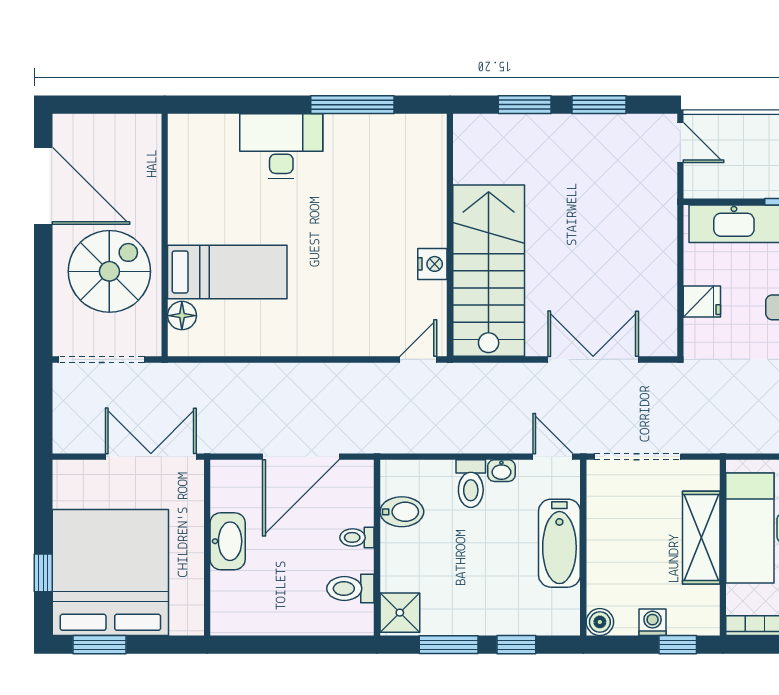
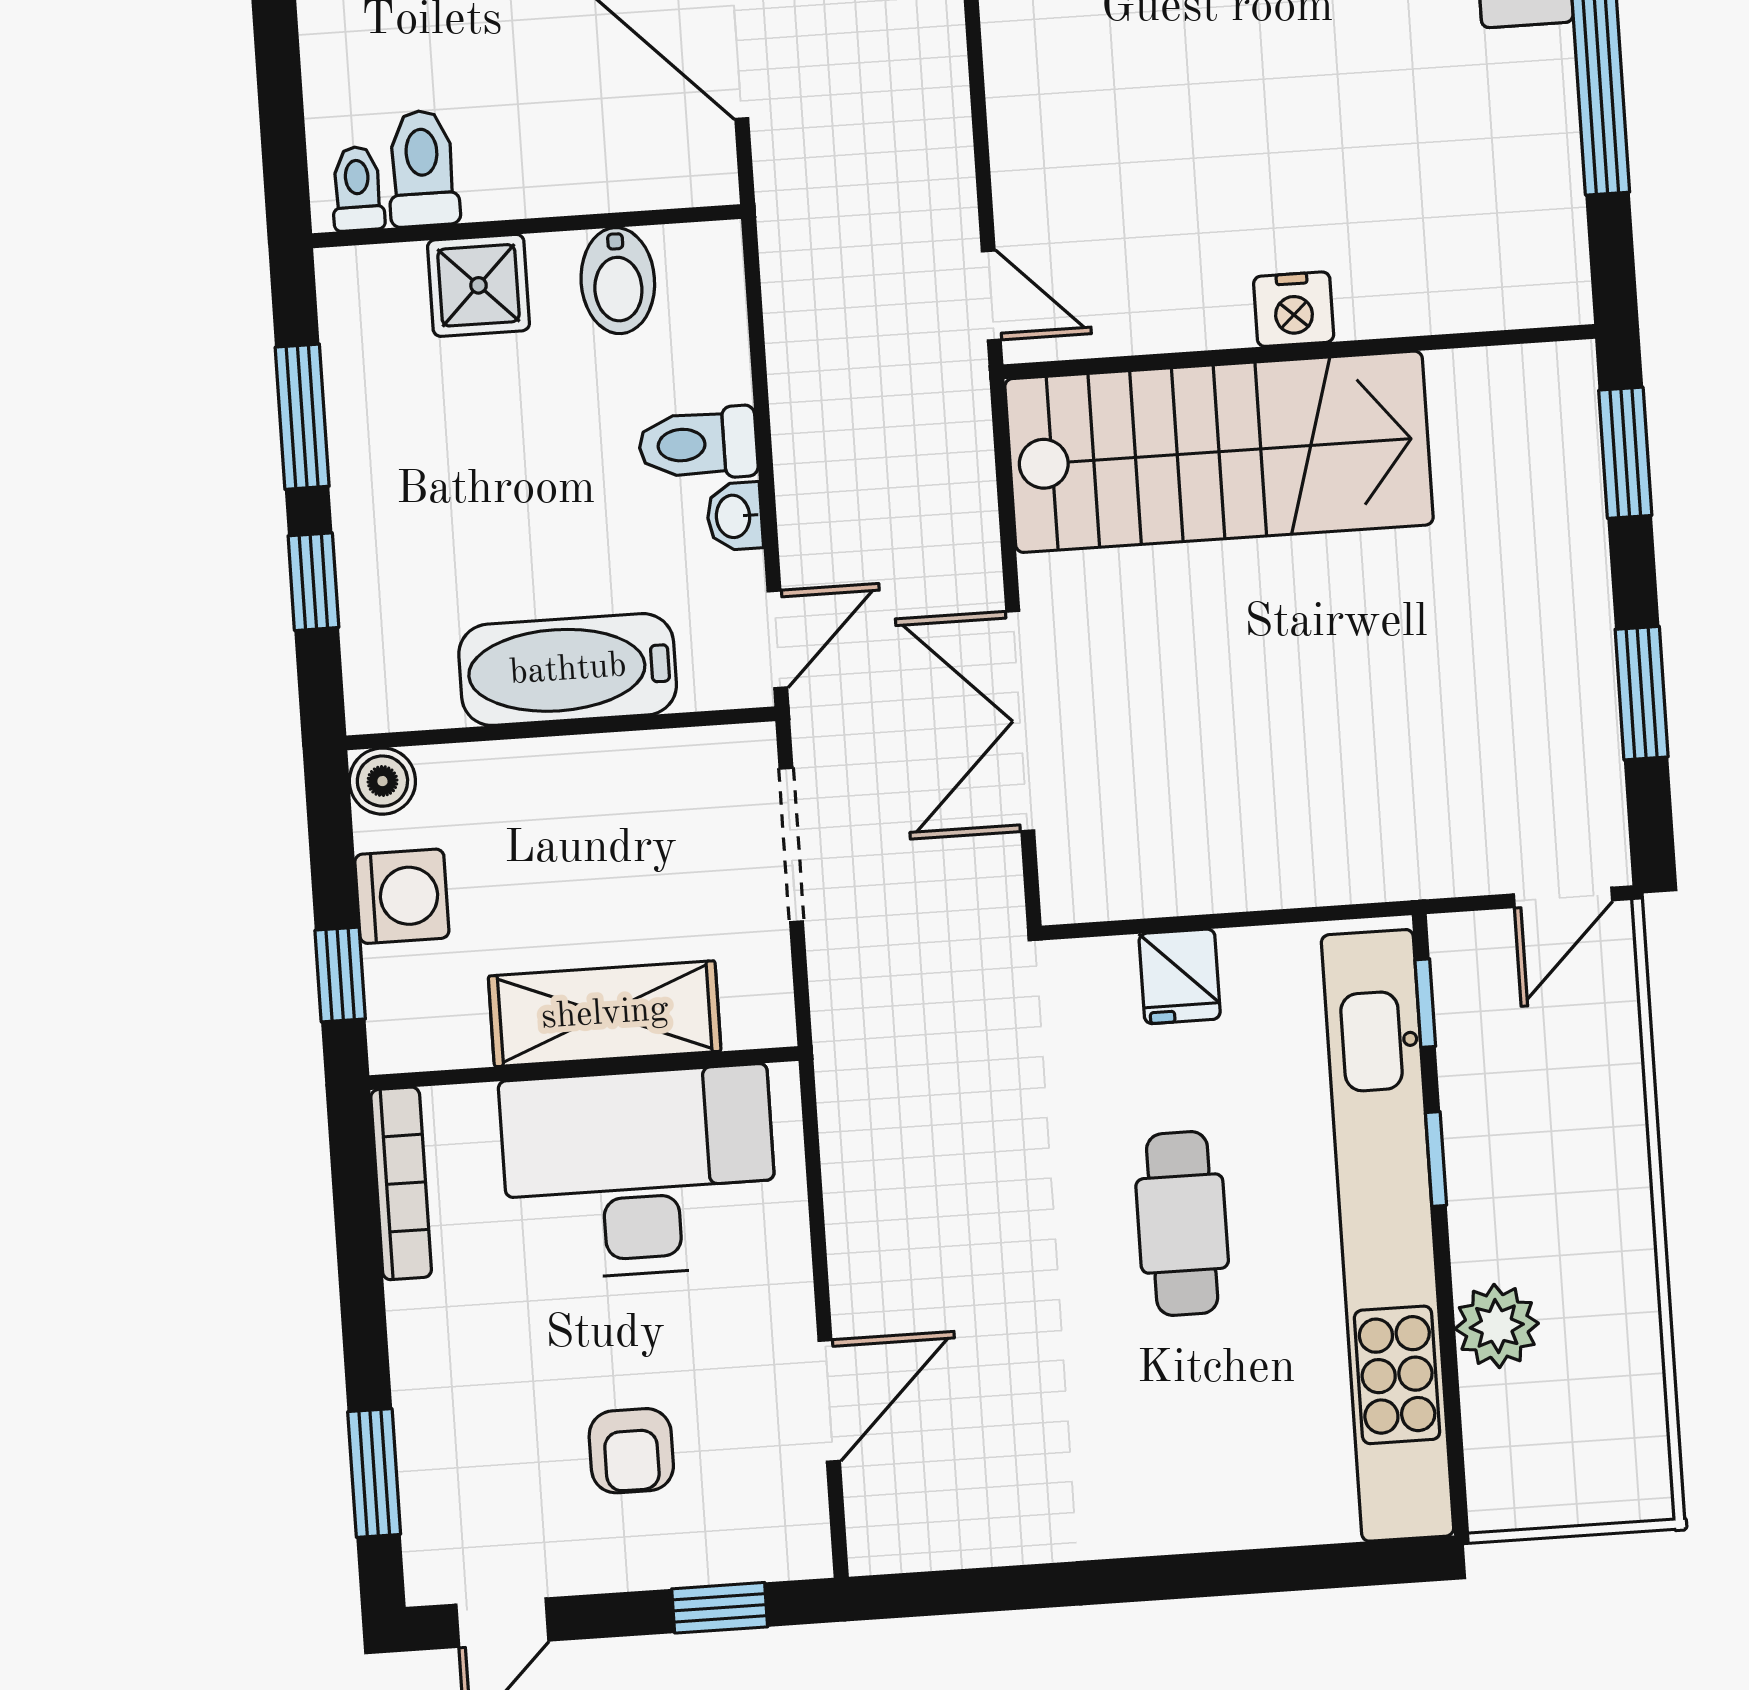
window: (525, 105) -> (1625, 453), moved
window: (720, 202) -> (1425, 1003), added
nightstand: (432, 264) -> (1294, 309), moved
double door: (593, 359) -> (1020, 721), swing flipped
doorway: (637, 457) -> (791, 845), width x0.73
toilet: (357, 537) -> (357, 189), moved
shower: (400, 613) -> (478, 285), moved
washing machine: (653, 622) -> (402, 896), width x1.38, depth x1.38

